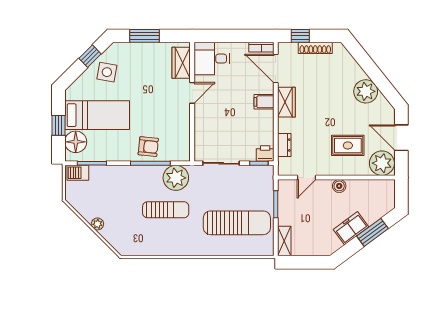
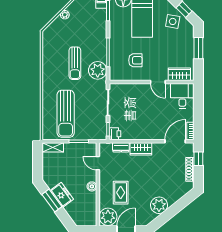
filing cabinet: (264, 102) -> (152, 133), removed
wardrobe: (286, 102) -> (141, 149), moved
armchair: (148, 147) -> (135, 60), moved, turned -96
window: (373, 232) -> (52, 200), moved

